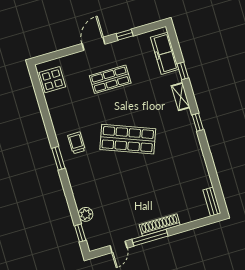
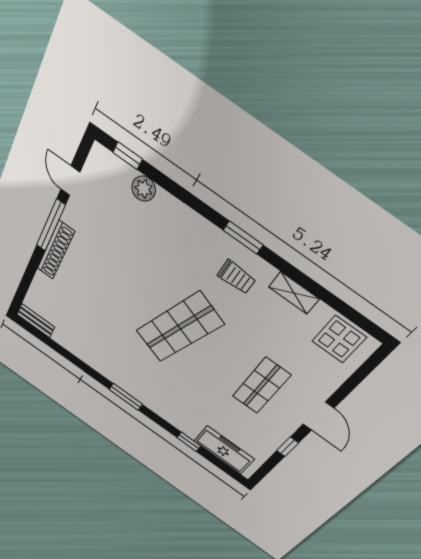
shelving: (181, 97) -> (294, 293), moved
window: (198, 122) -> (126, 397), width x1.50

